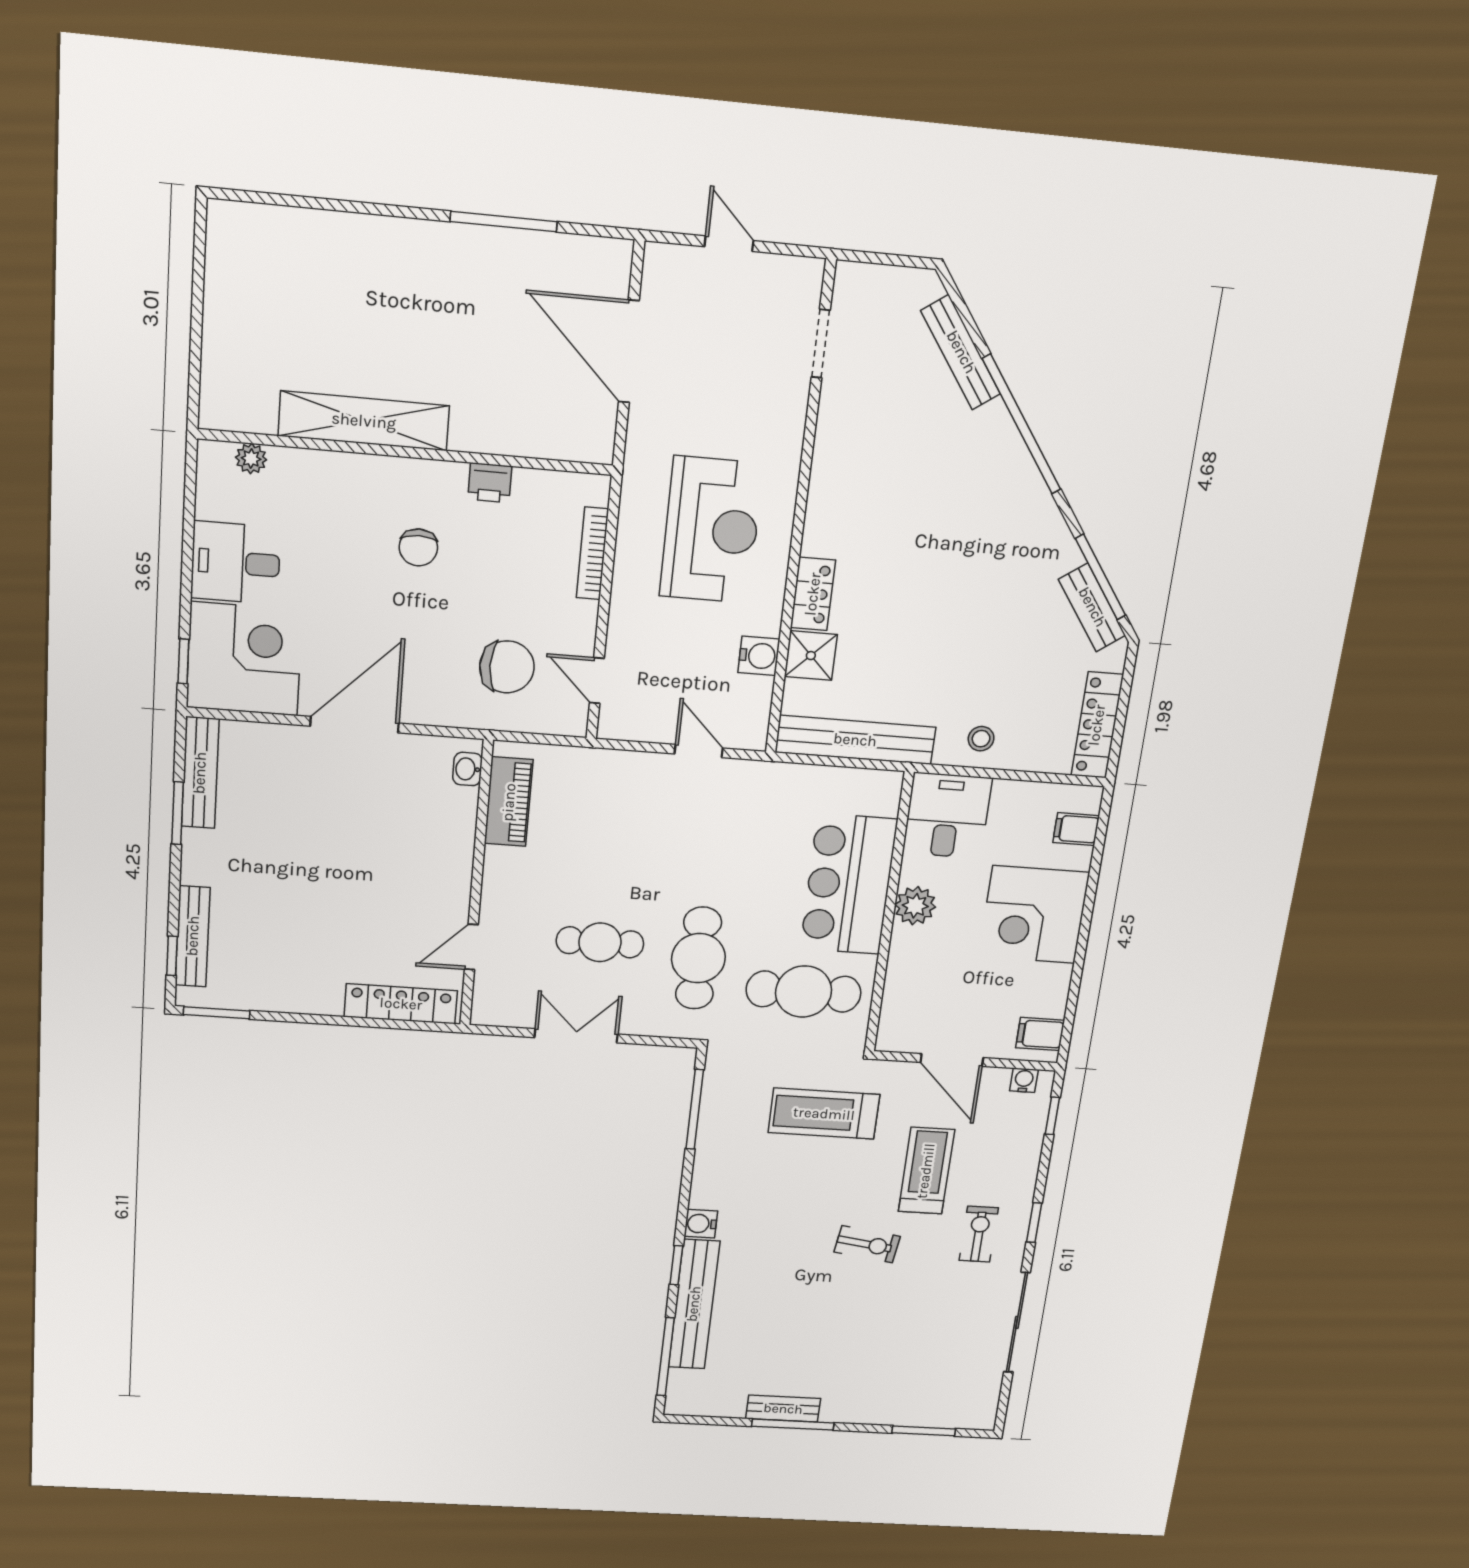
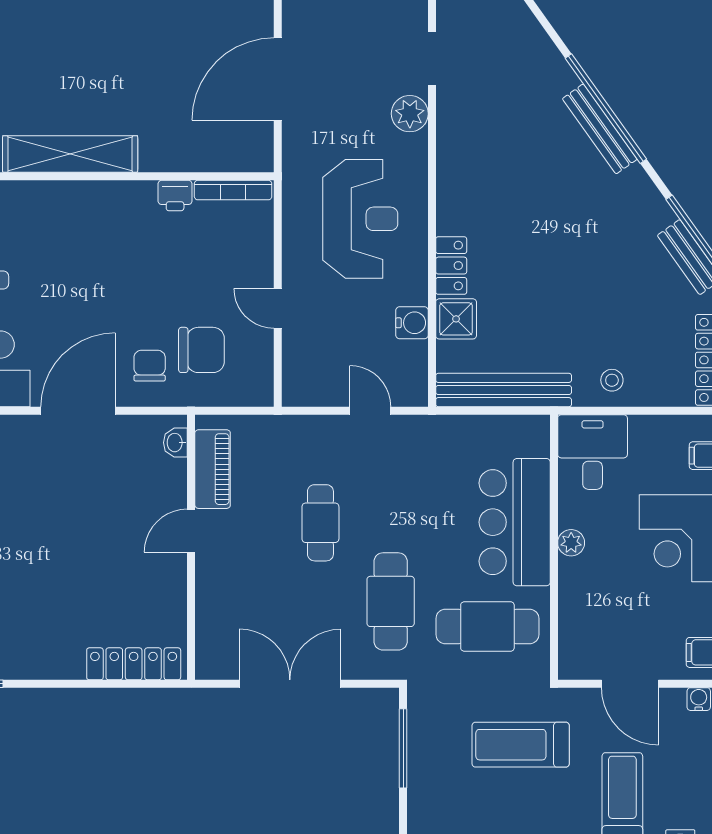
door: (629, 351) -> (278, 79), hinge flipped
bench: (961, 352) -> (600, 129), moved
plant: (786, 409) -> (410, 114), added
chair: (418, 547) -> (150, 366), moved, turned 180
bookcase: (593, 553) -> (233, 190), moved, turned -90
door: (597, 681) -> (278, 308), moved
plant: (915, 906) -> (571, 543), width x0.73, depth x0.73
cafe table: (600, 942) -> (320, 523), moved, turned 90
door: (471, 947) -> (191, 531), moved
double door: (576, 1036) -> (290, 684), width x1.37

